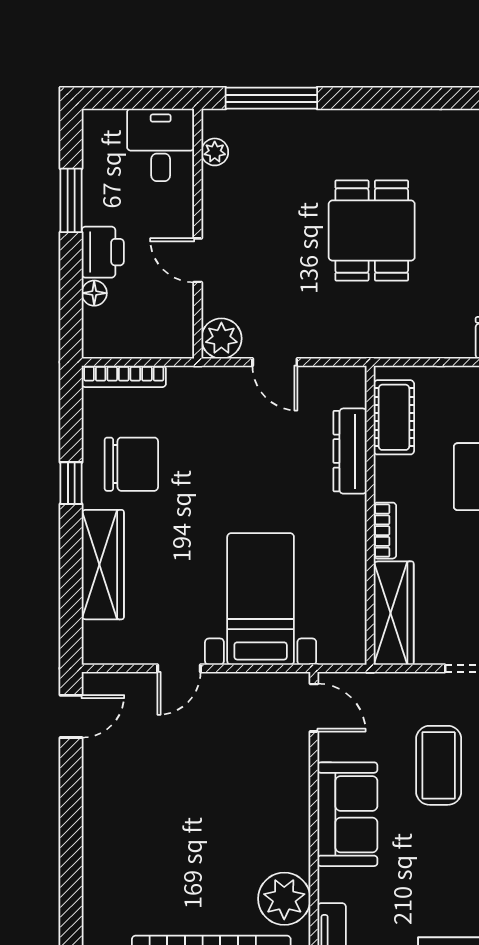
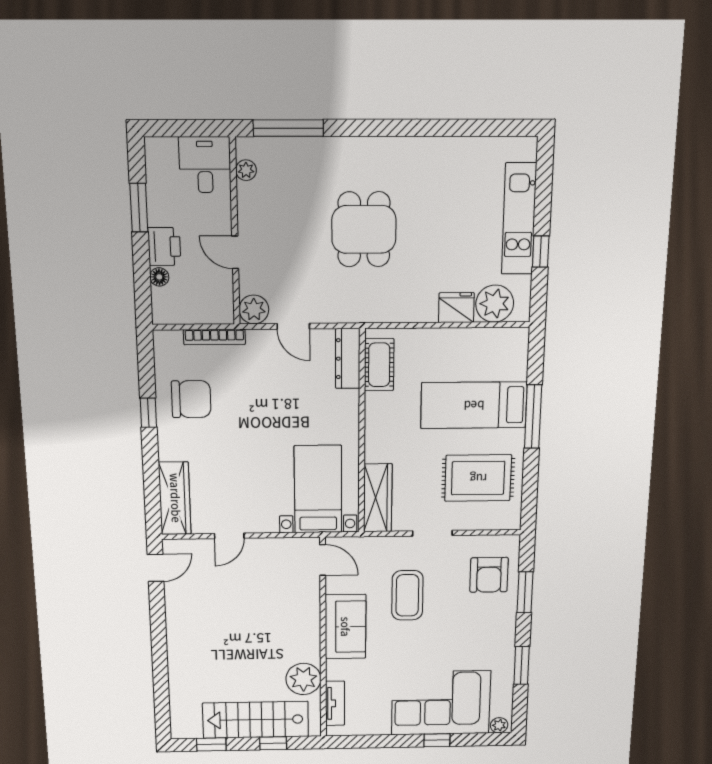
bookcase: (124, 376) -> (214, 337), moved
dresser: (350, 451) -> (348, 359), moved
bookcase: (385, 531) -> (372, 443), removed
wardrobe: (103, 565) -> (175, 498), moved
bed with nightstands: (261, 599) -> (318, 489), moved

